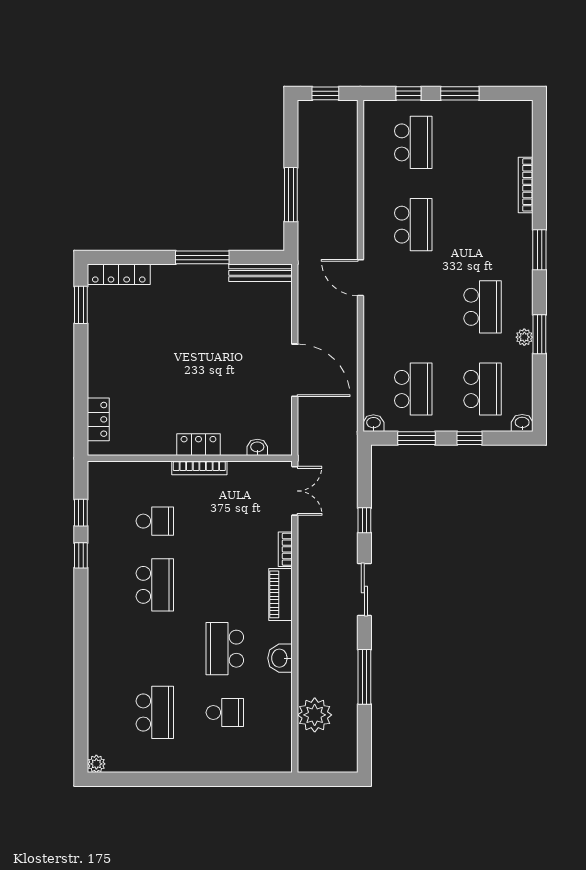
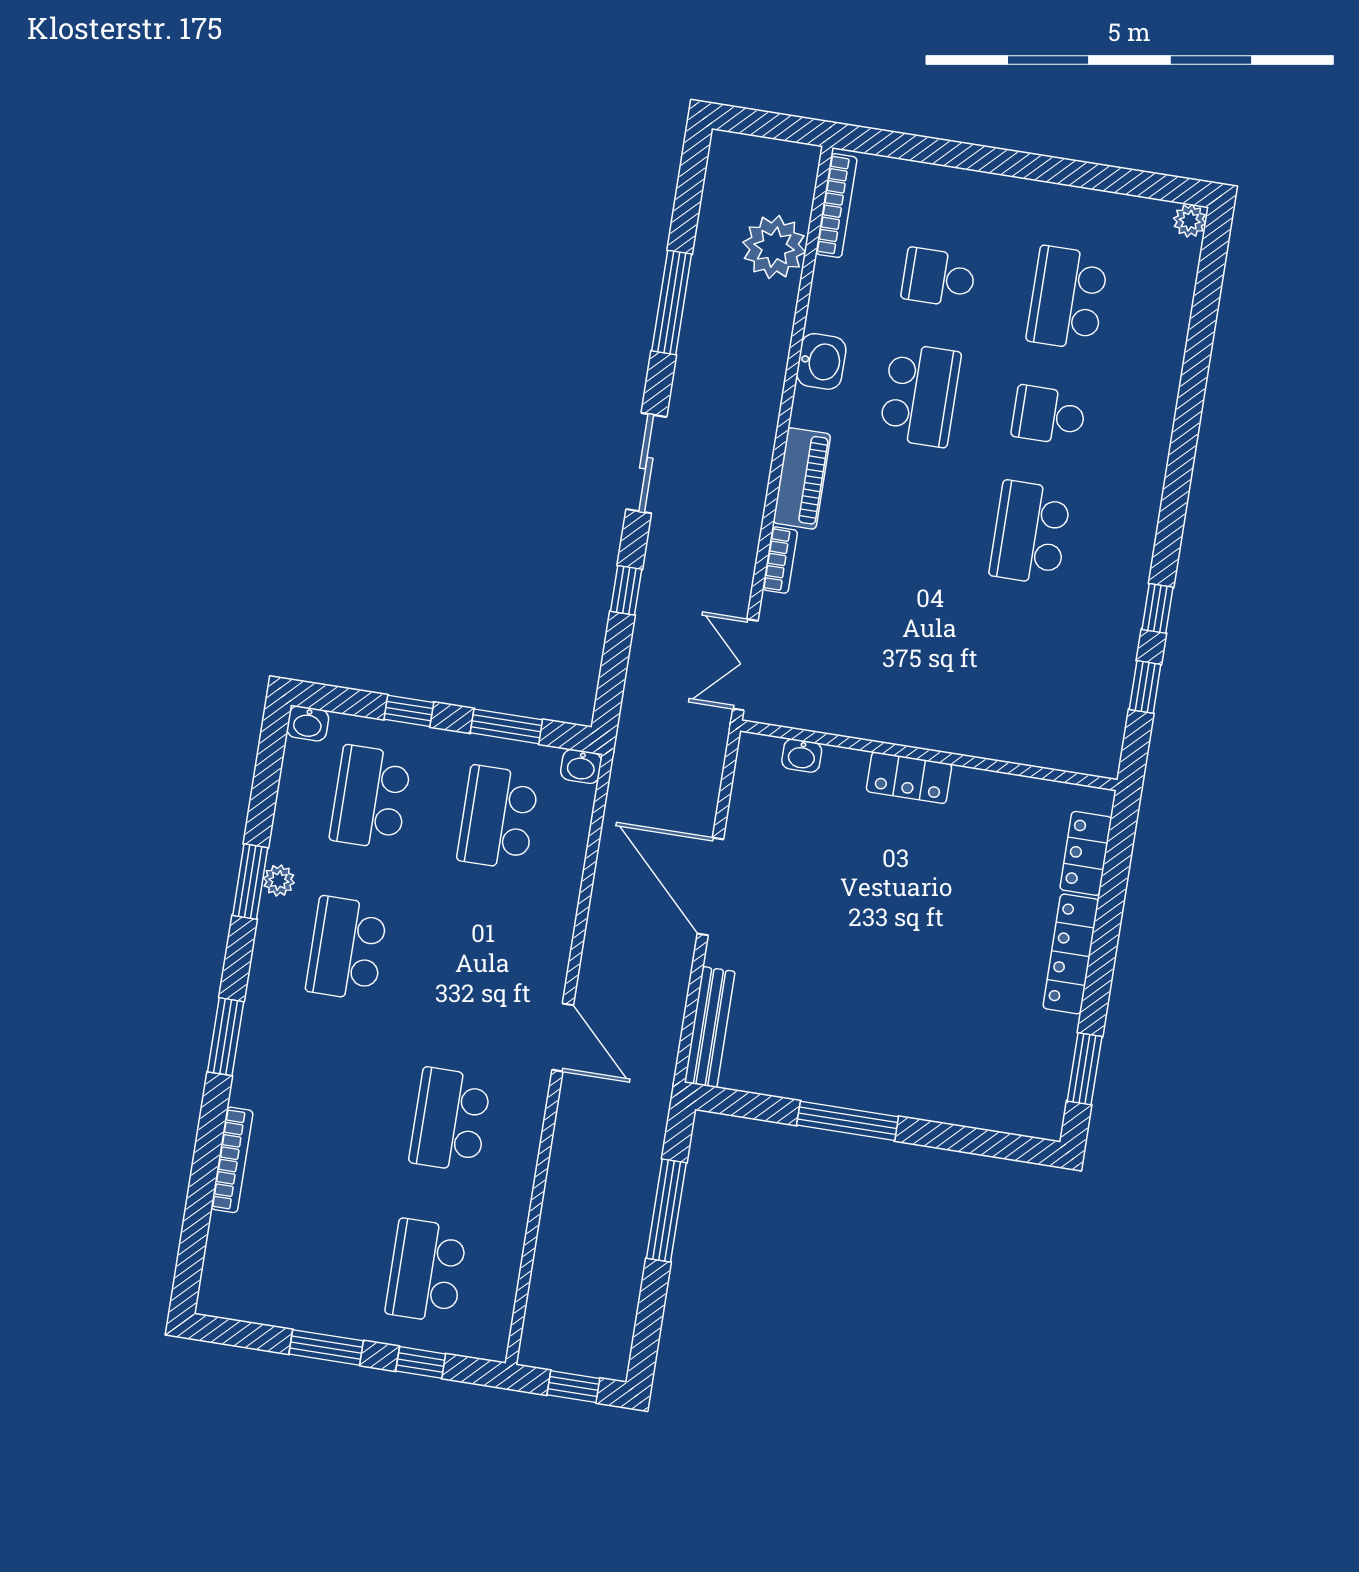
bench: (261, 273) -> (710, 1027), moved, turned 90
locker: (119, 274) -> (1071, 954), moved, turned -90
bookcase: (199, 468) -> (836, 206), moved, turned 90
school desk: (155, 521) -> (1049, 415), moved

